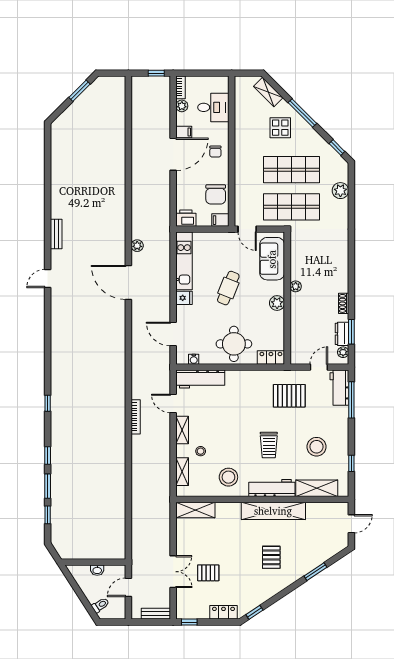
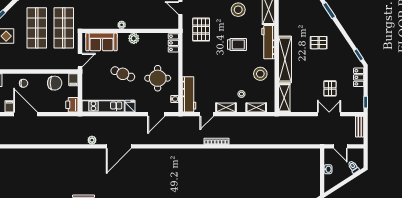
round table: (234, 344) -> (158, 78), moved
shelving: (273, 511) -> (285, 59), moved

